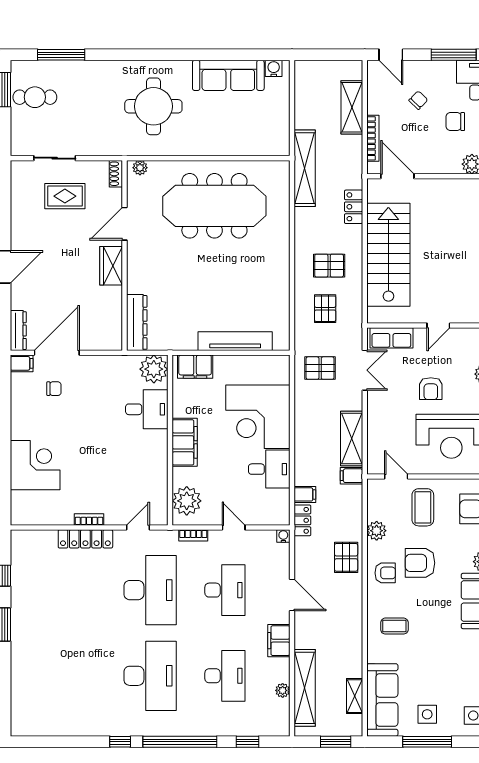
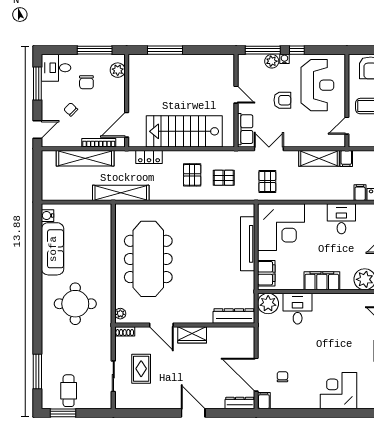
shelving: (352, 107) -> (85, 158), width x1.47
corner desk: (258, 417) -> (281, 227), moved

